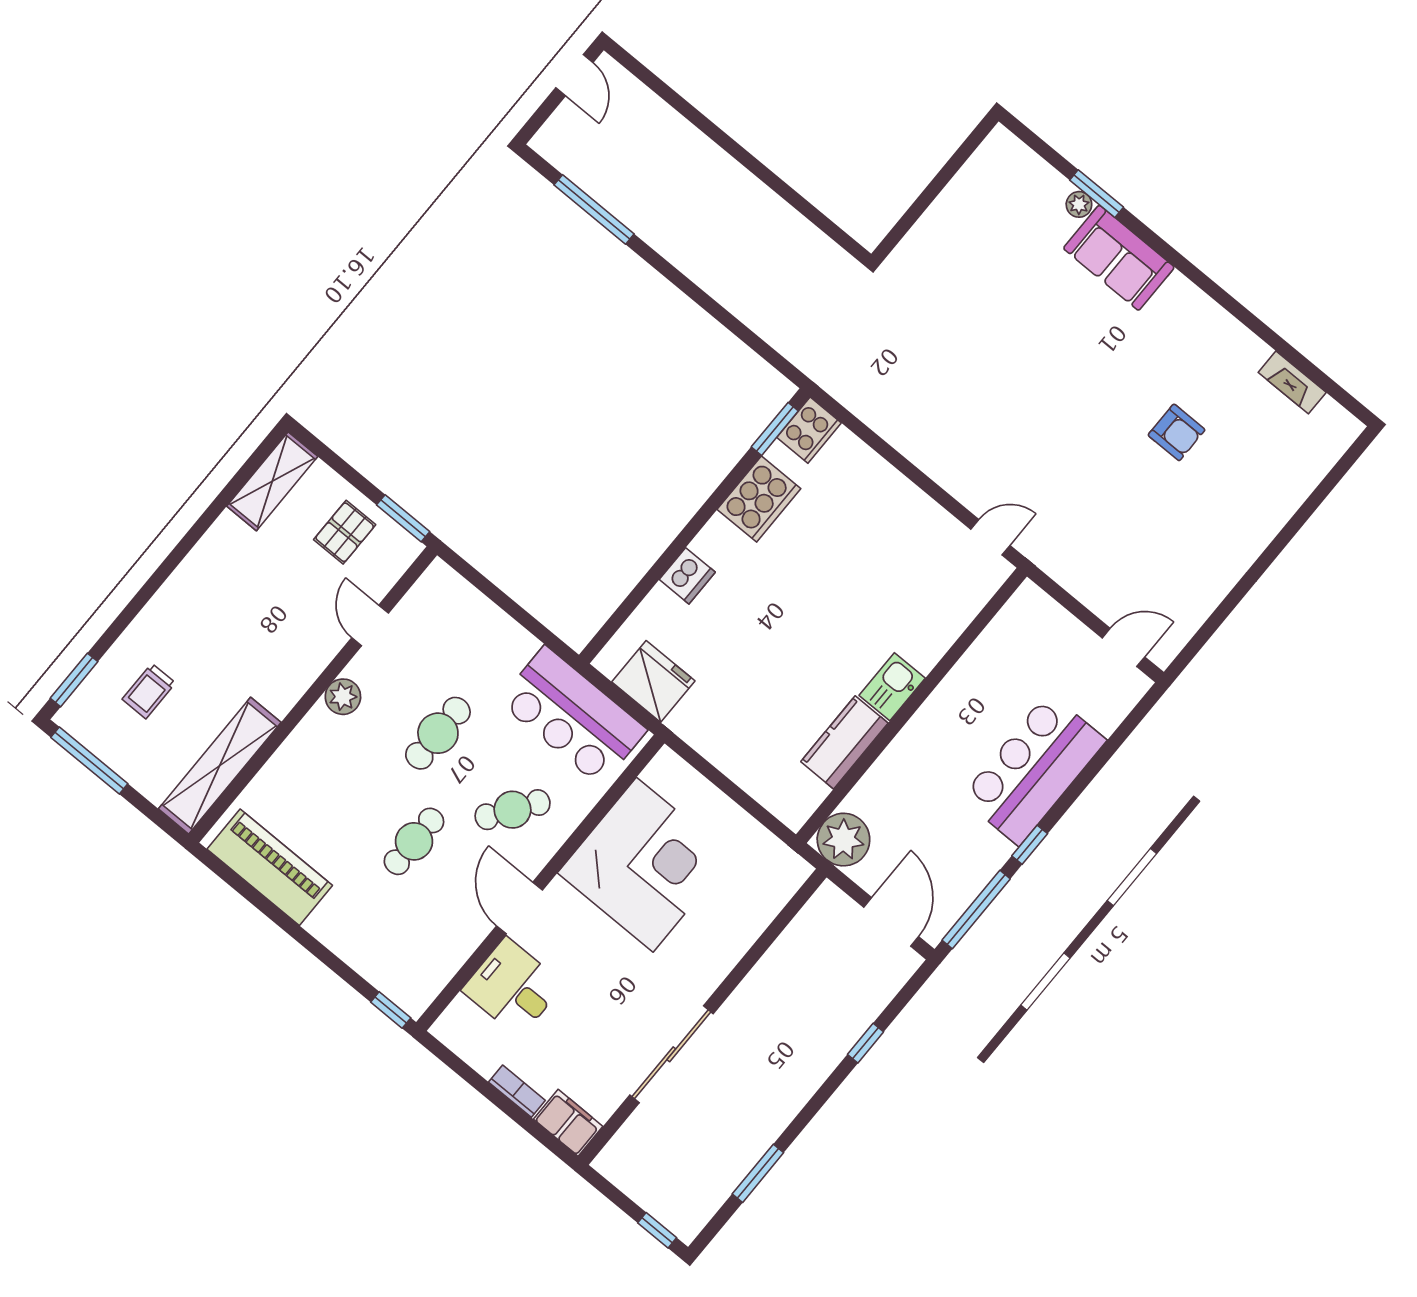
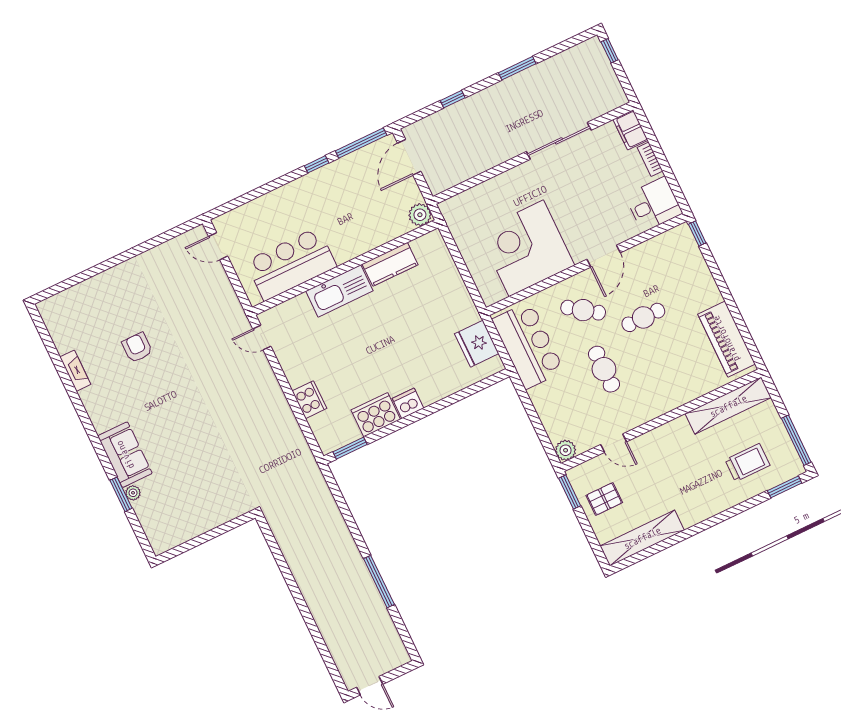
door: (574, 75) -> (370, 686), swing flipped
window: (594, 209) -> (379, 582), moved
fireplace: (1292, 382) -> (75, 371), moved
cooker: (809, 430) -> (309, 400), moved, turned 90
shelving: (272, 481) -> (642, 538), width x1.47
dishwasher: (687, 576) -> (408, 403), moved
door: (370, 625) -> (614, 443), hinge flipped
kitchen sink: (892, 687) -> (339, 291), width x1.87, depth x1.24
trolley: (149, 691) -> (747, 463), width x1.36, depth x1.39
plant: (343, 697) -> (566, 450), moved
cafe table: (438, 733) -> (604, 369), turned 90
bar counter: (1034, 769) -> (291, 264), moved, turned 180
plant: (843, 840) -> (420, 215), width x0.73, depth x0.73
desk: (513, 987) -> (654, 204), moved, turned -90
window: (758, 1173) -> (517, 68), moved

